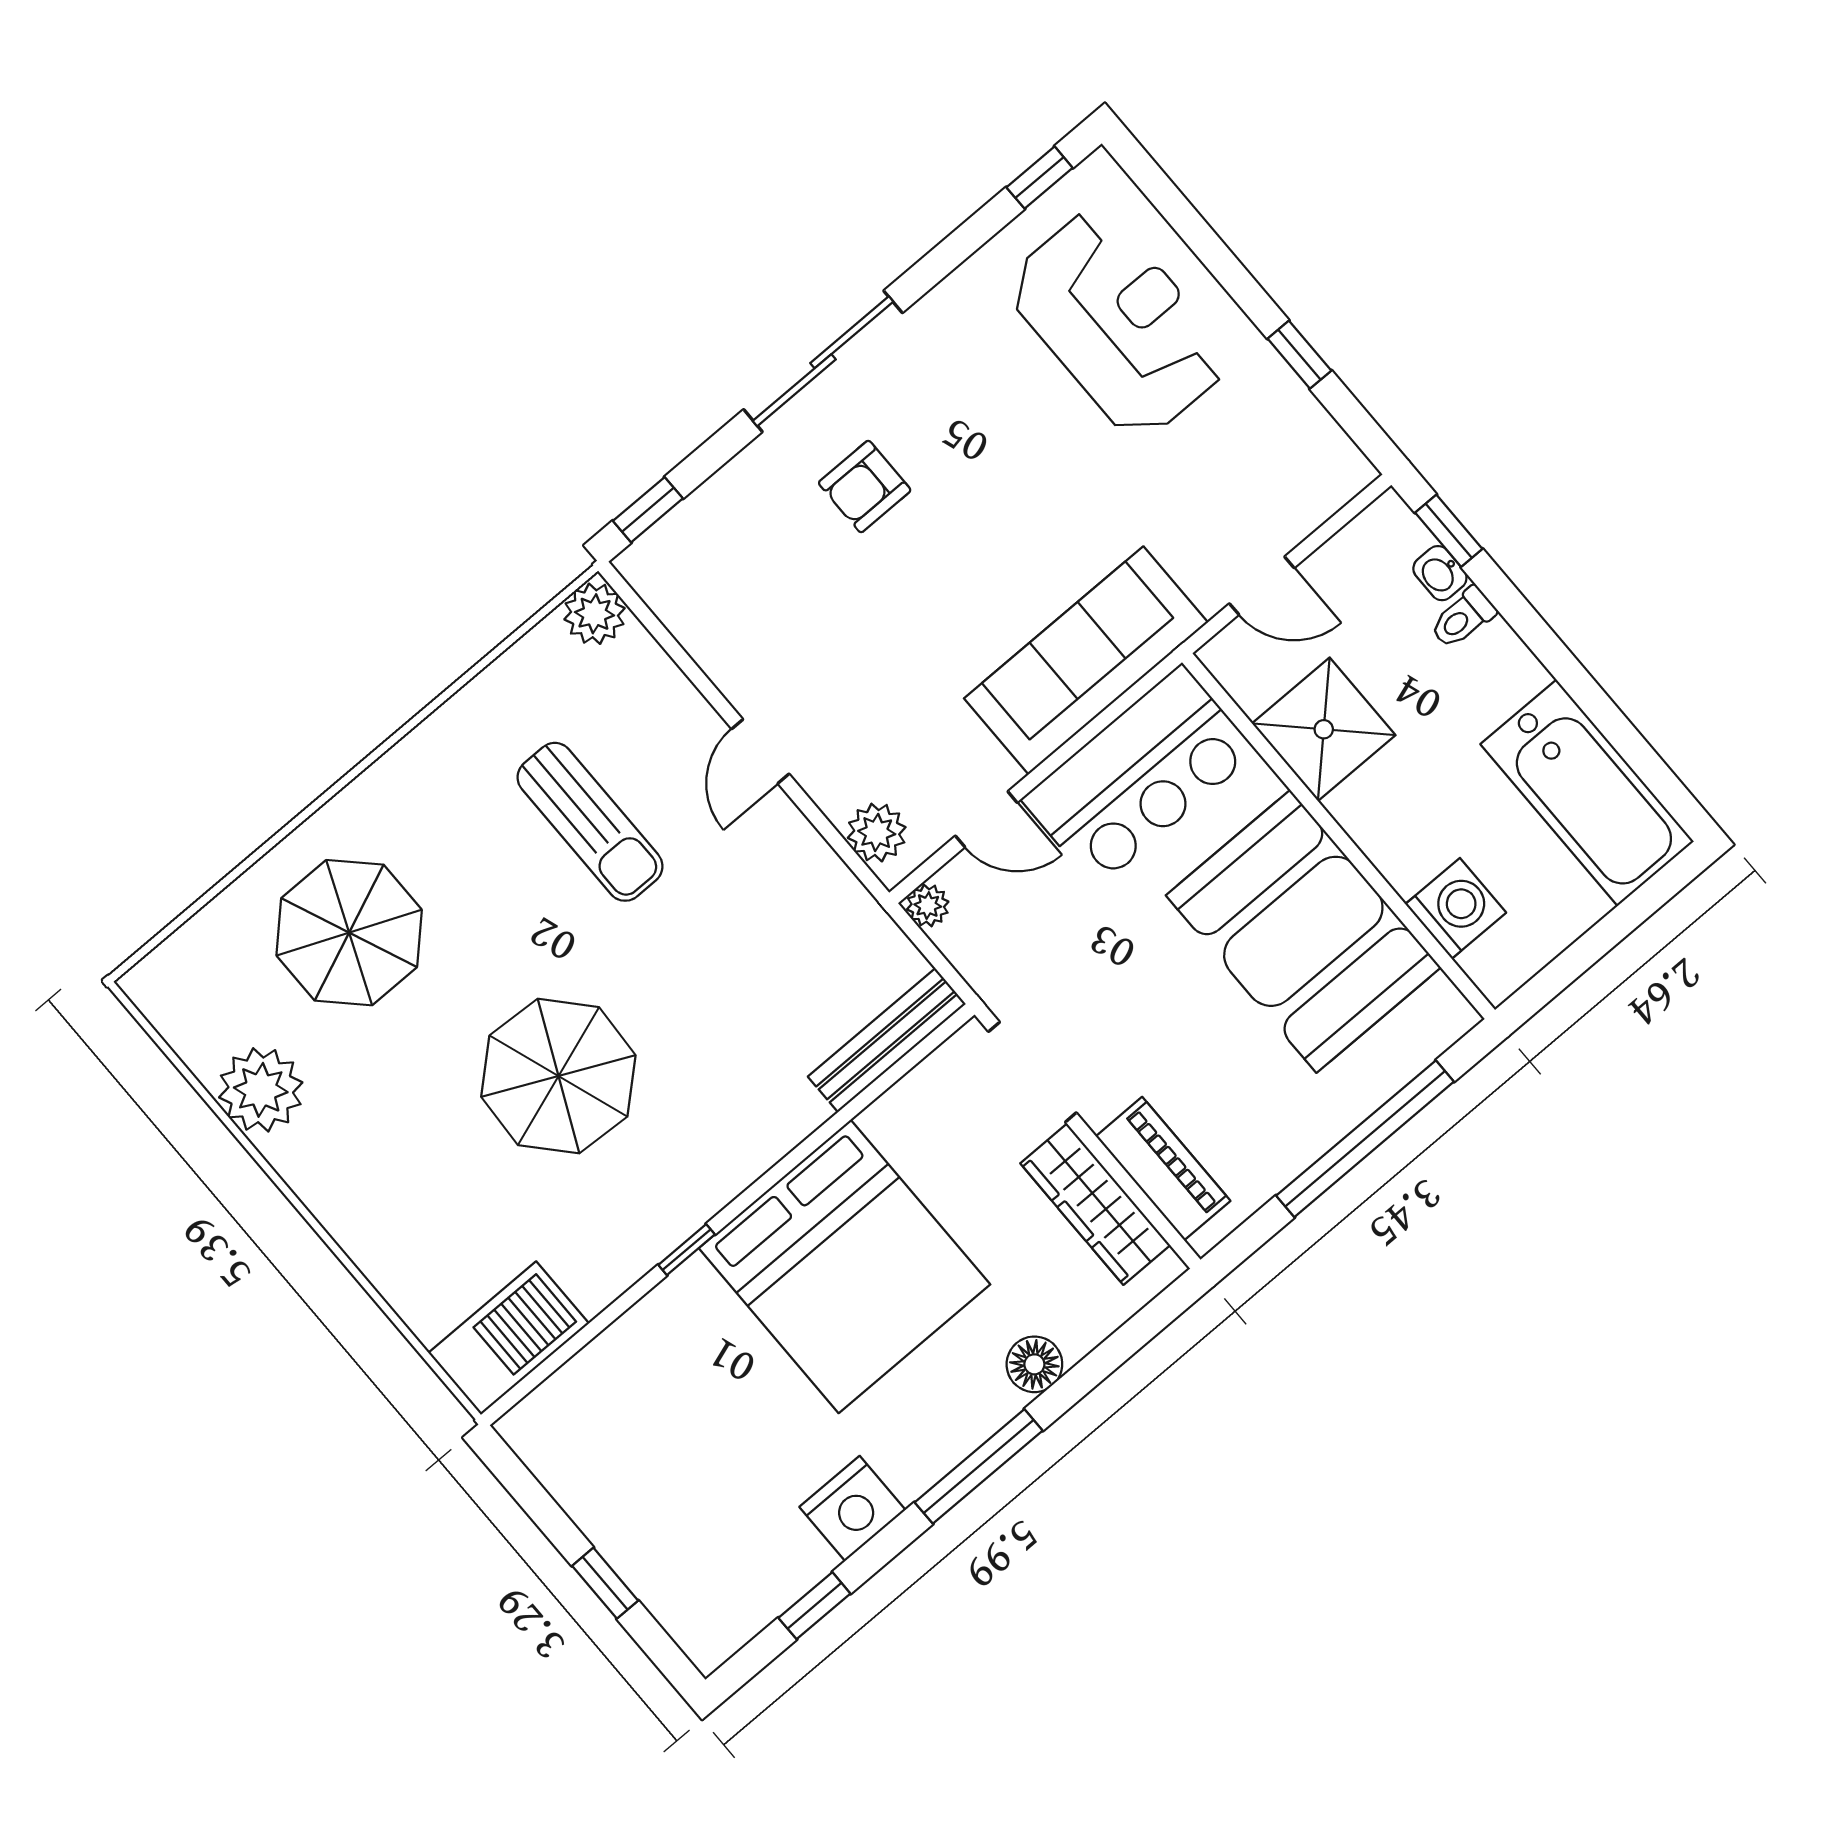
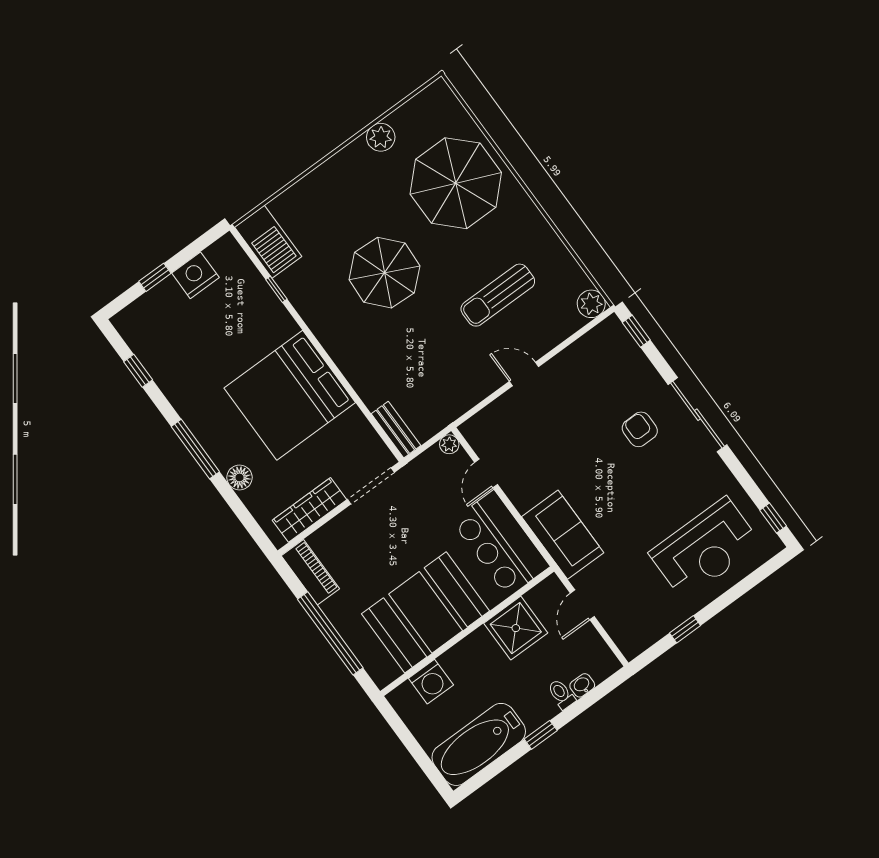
window: (1449, 531) -> (541, 735), moved
sofa: (1086, 660) -> (563, 535), width x0.73
plant: (877, 833) -> (484, 424), removed
parasol: (349, 933) -> (456, 183), width x1.36, depth x1.36
bench: (887, 1040) -> (396, 430), width x0.73
plant: (261, 1090) -> (381, 137), width x0.73, depth x0.73
piano: (1163, 1169) -> (310, 572), moved, turned -90
window: (687, 1250) -> (276, 289), moved
nightstand: (852, 1508) -> (195, 275), moved, turned 90

